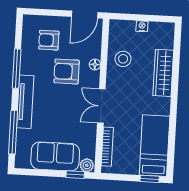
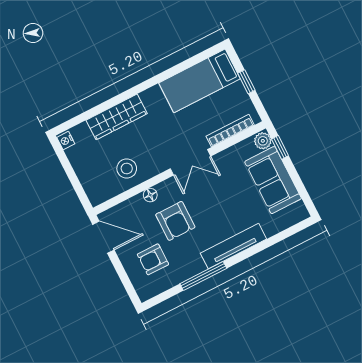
nightstand: (142, 26) -> (66, 141), moved
armchair: (49, 40) -> (153, 259), turned 90
window: (13, 132) -> (273, 240), removed
window: (150, 179) -> (246, 82), moved

